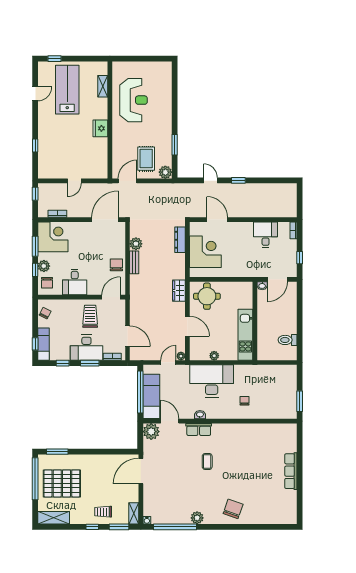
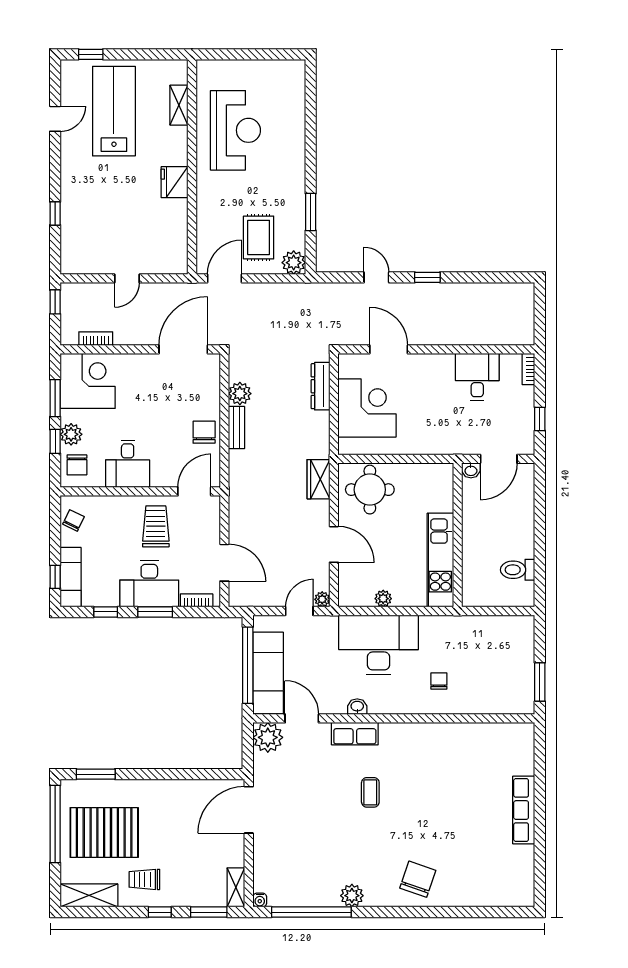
trolley: (103, 512) -> (144, 879), moved

